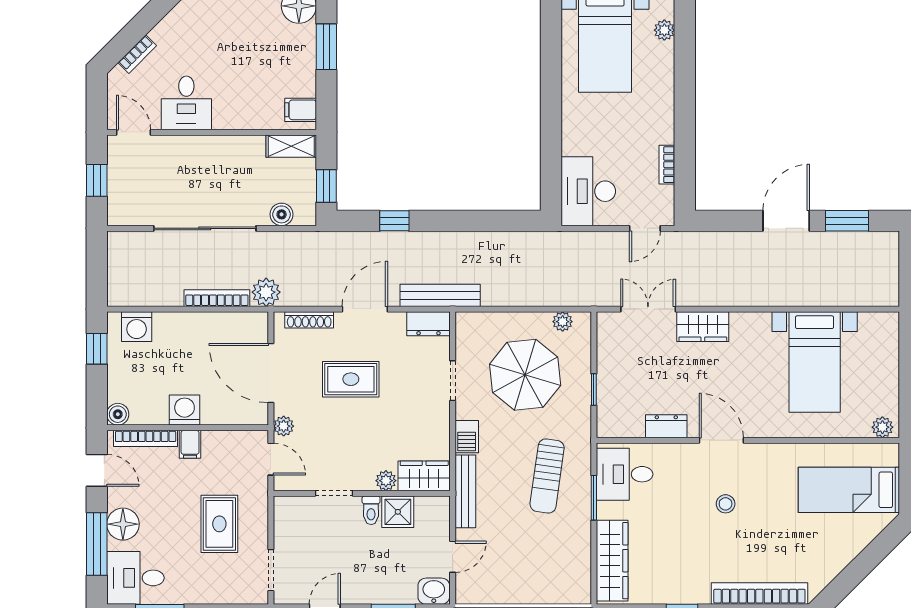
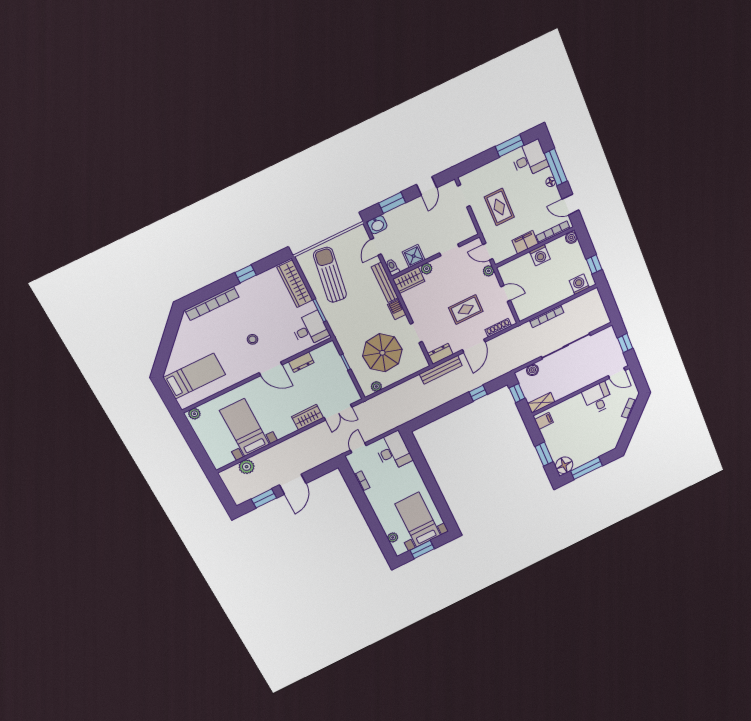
plant: (266, 292) -> (247, 467), moved
door: (271, 373) -> (506, 294), width x0.53
filing cabinet: (190, 444) -> (525, 242), width x2.00
sun lounger: (547, 476) -> (330, 275), moved, width x1.36, depth x1.34
toilet: (371, 510) -> (392, 267), moved
floor lamp: (123, 524) -> (551, 182), width x0.53, depth x0.53

